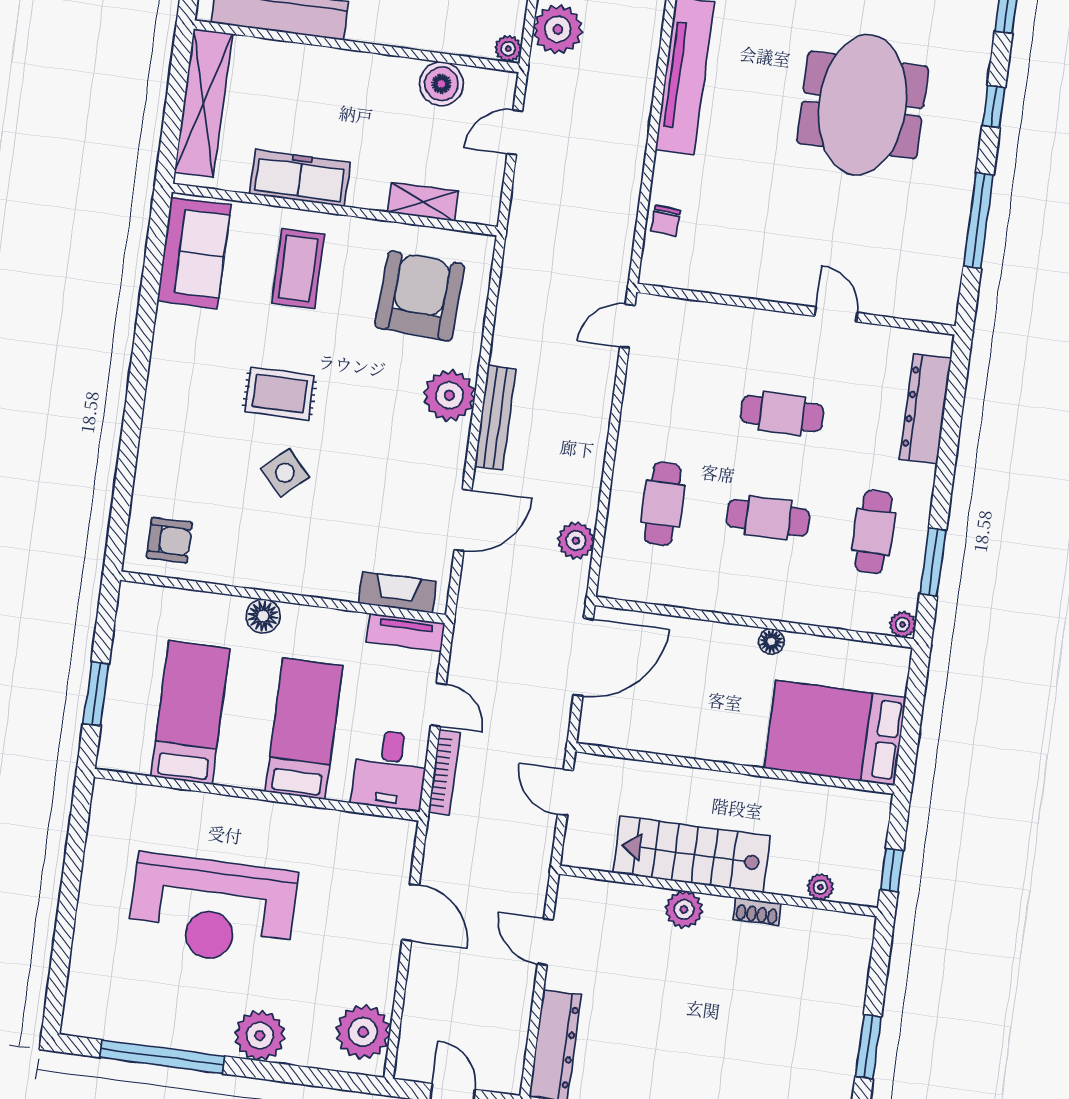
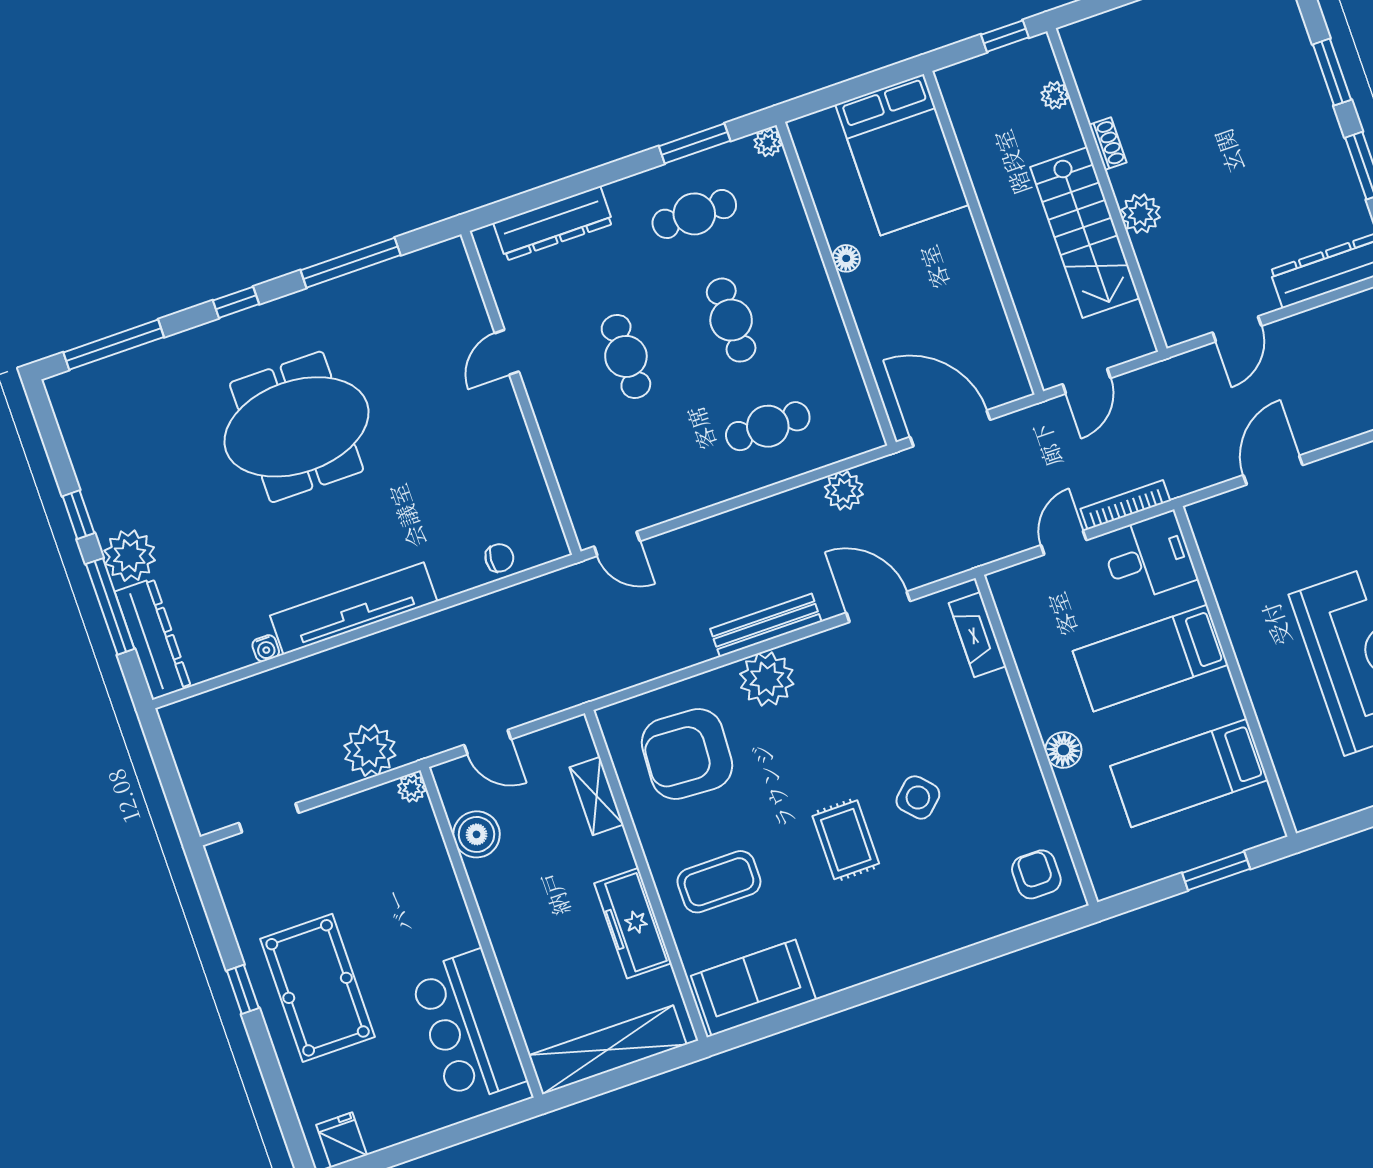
tv unit: (406, 633) -> (1011, 608), removed

